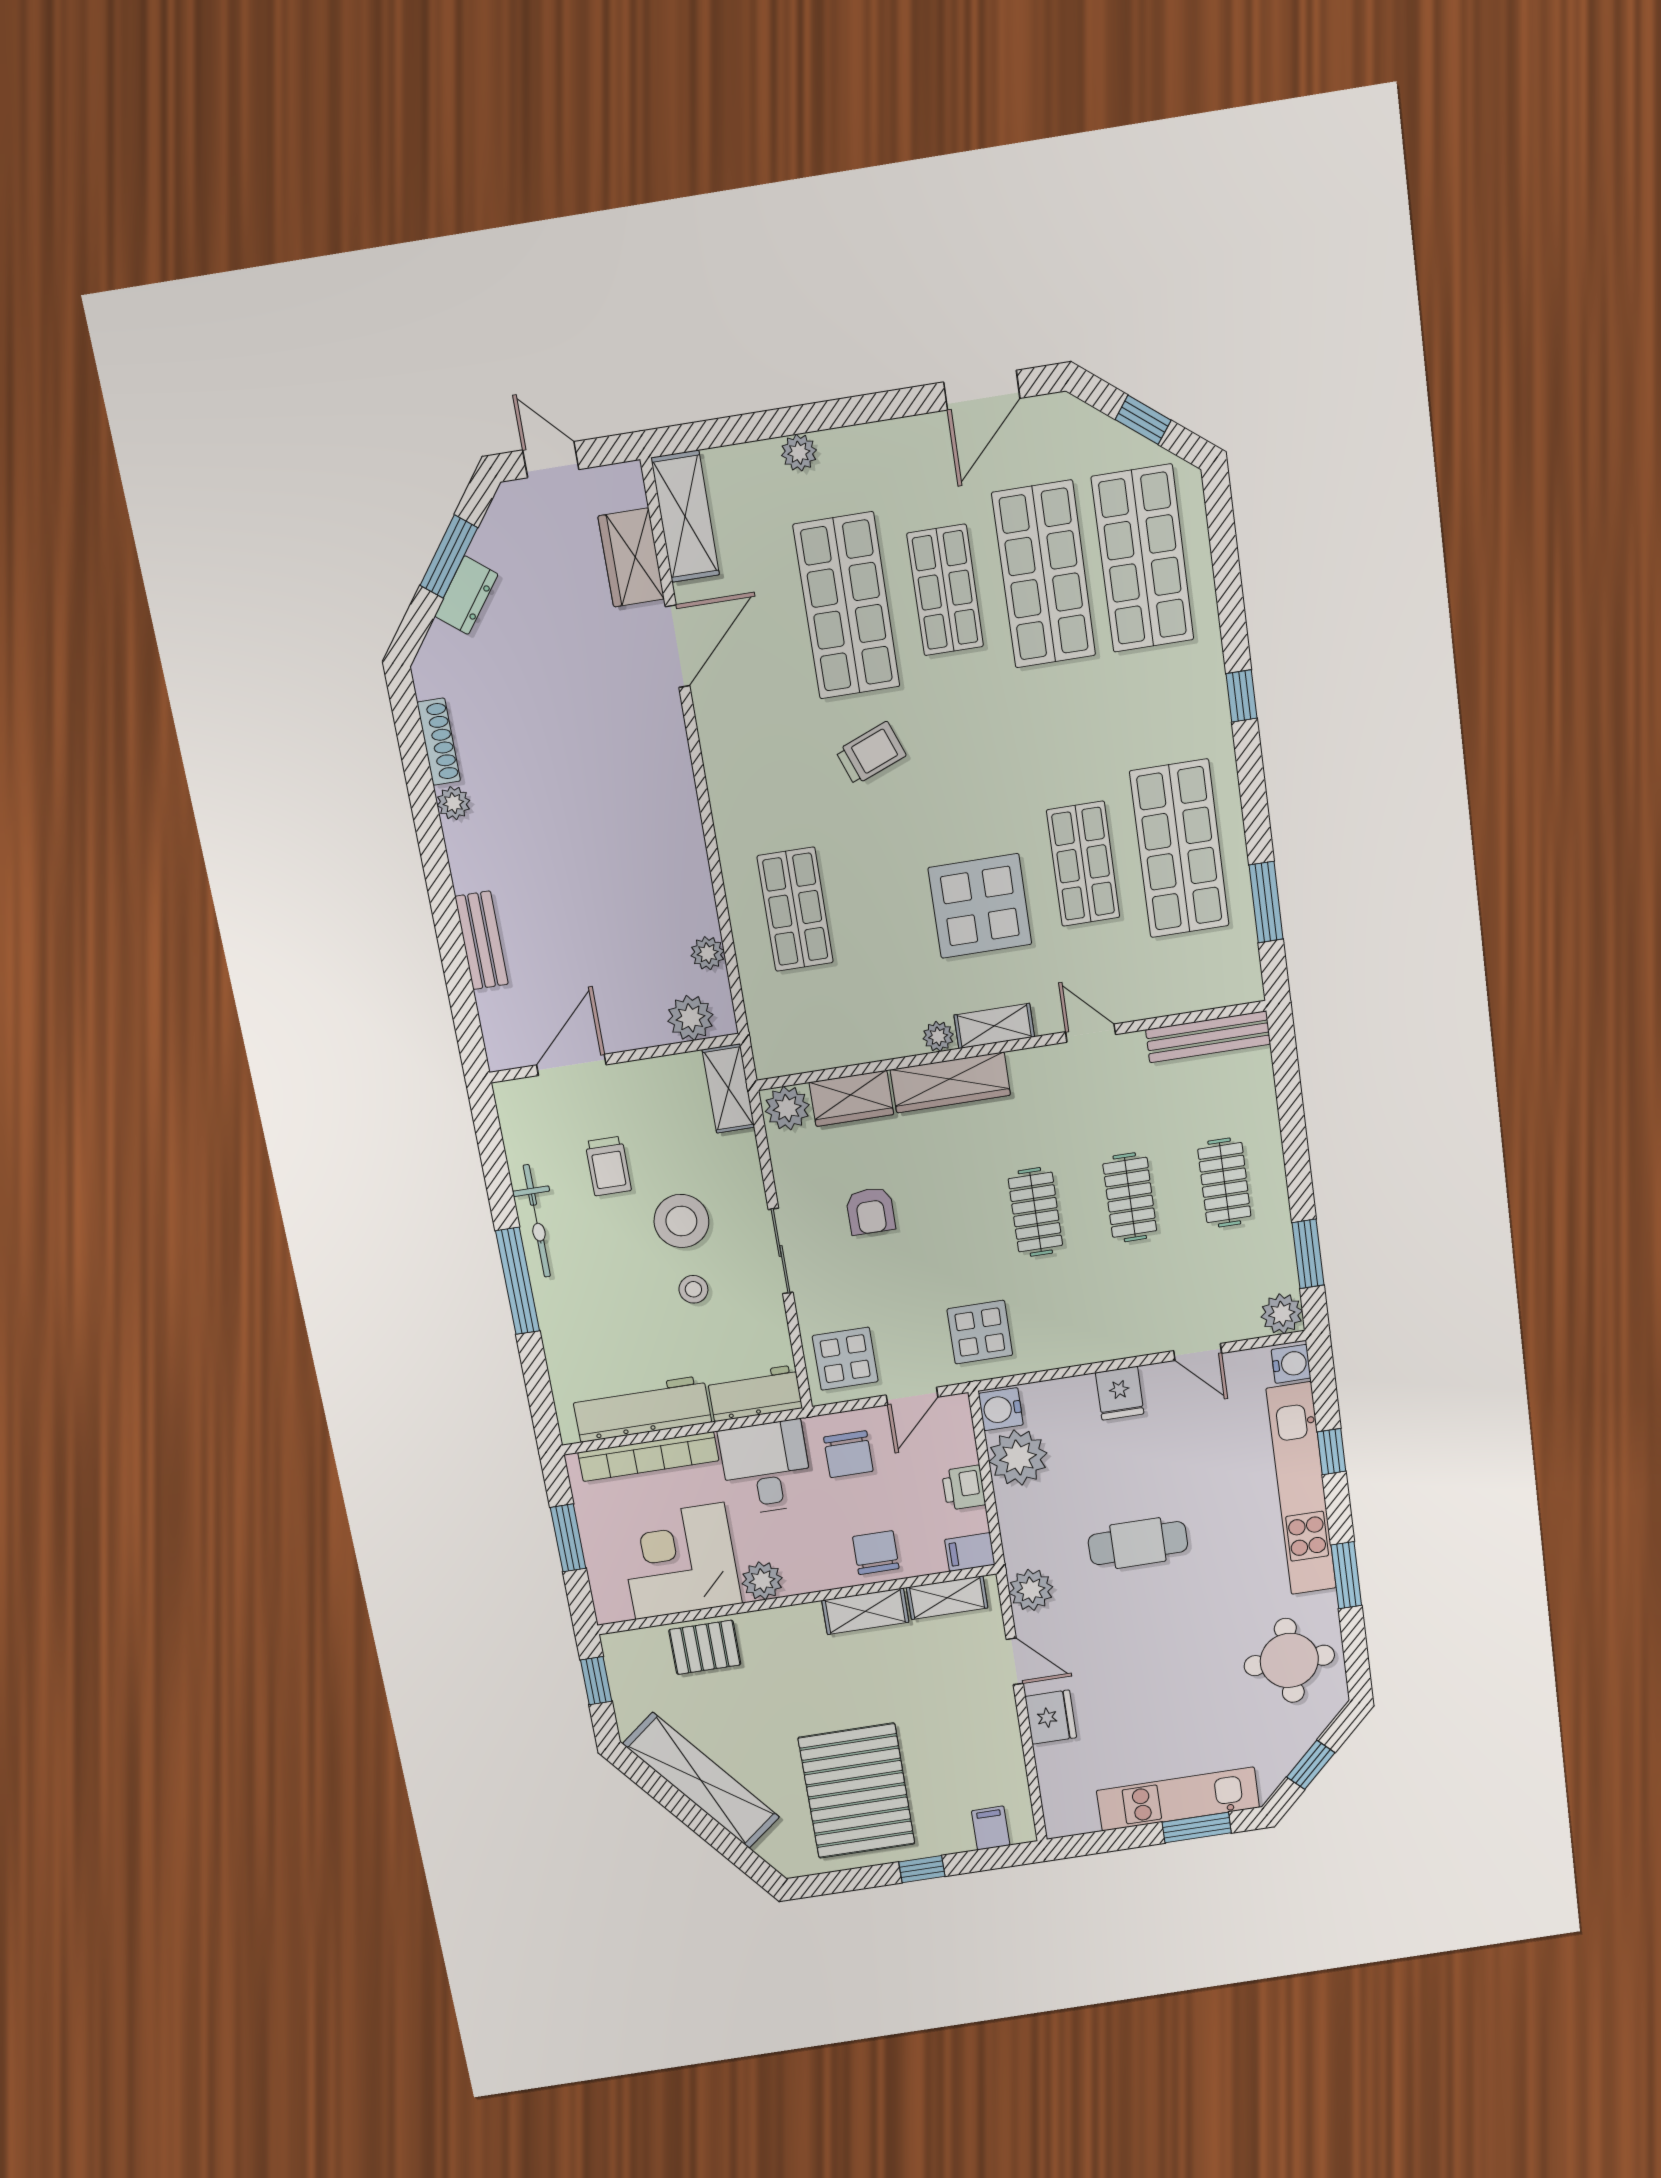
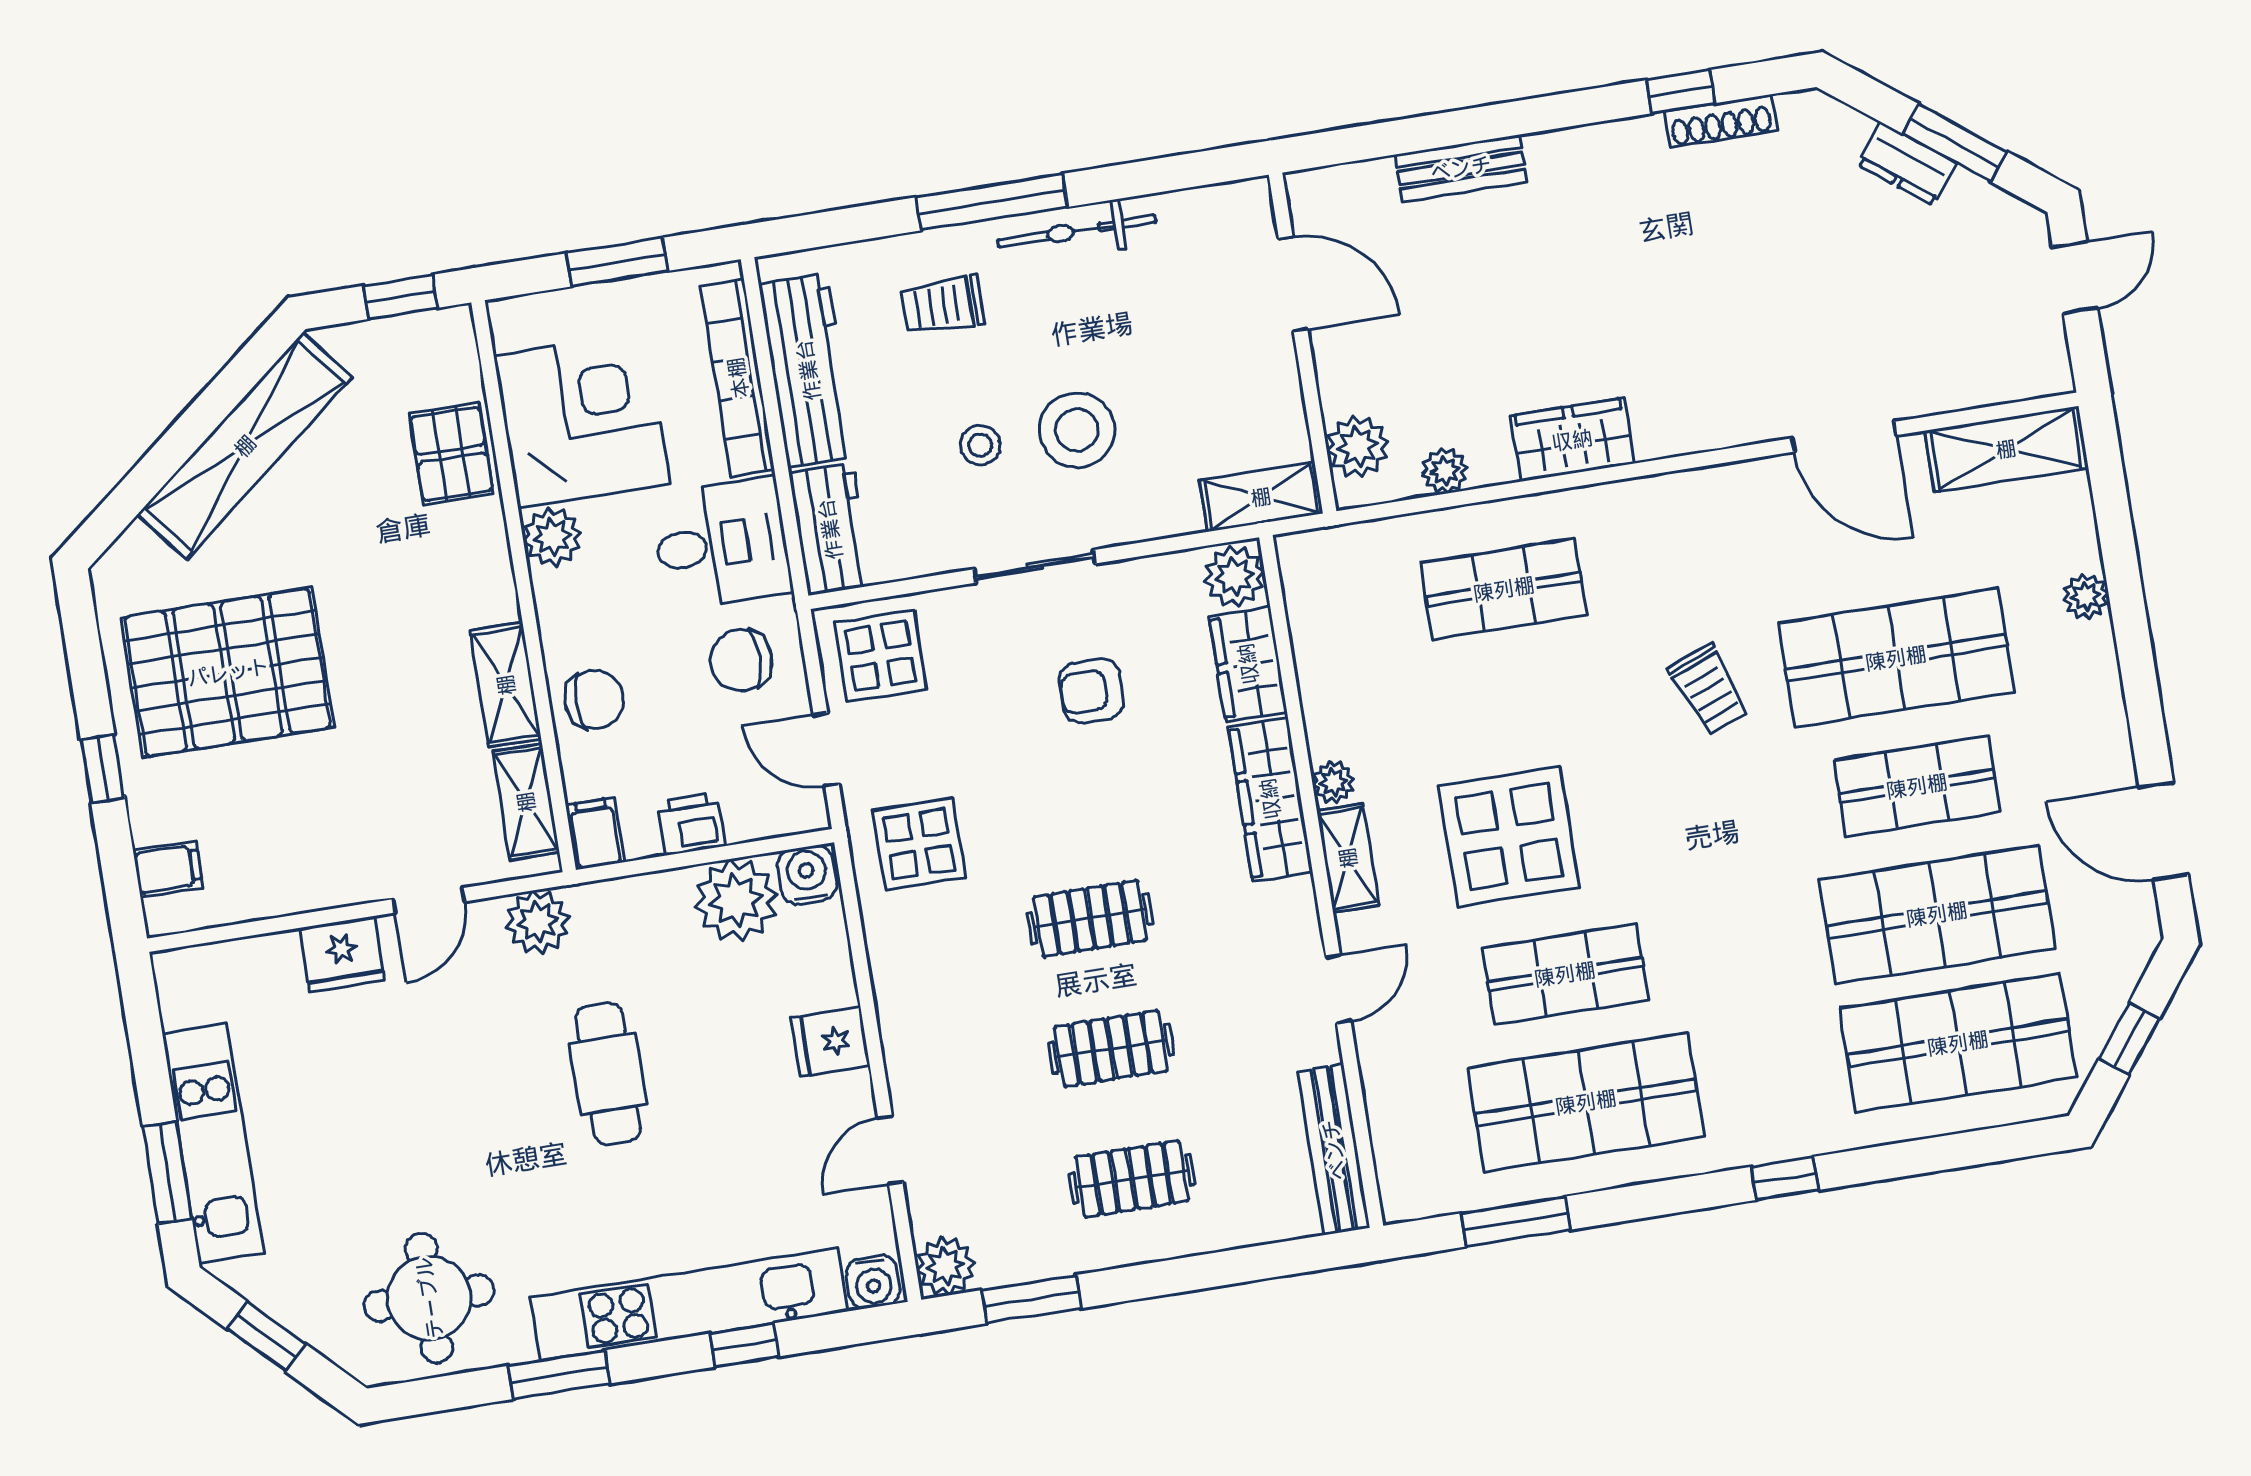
wardrobe: (631, 558) -> (1572, 440), moved
window: (418, 773) -> (1681, 92), added
plant: (453, 803) -> (1641, 137), removed
trolley: (608, 1166) -> (942, 305), moved

